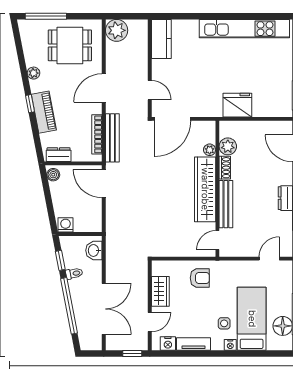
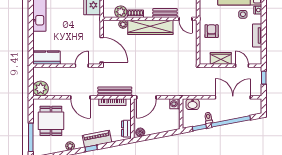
bench: (226, 204) -> (165, 13), width x0.73
washing machine: (66, 225) -> (175, 104), moved
nightstand: (168, 344) -> (257, 53), removed

